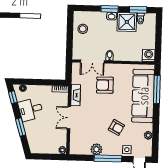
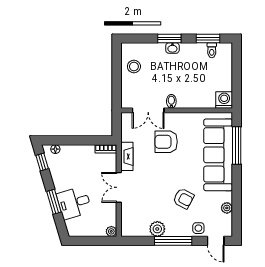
shower: (127, 22) -> (193, 55), removed
desk: (31, 110) -> (74, 203), moved

